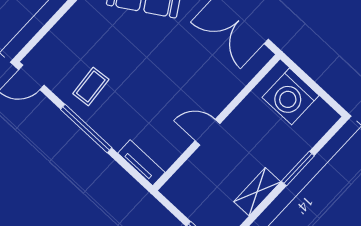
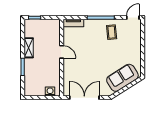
washing machine: (291, 96) -> (50, 91), width x0.53, depth x0.53
door: (208, 132) -> (62, 52), hinge flipped

